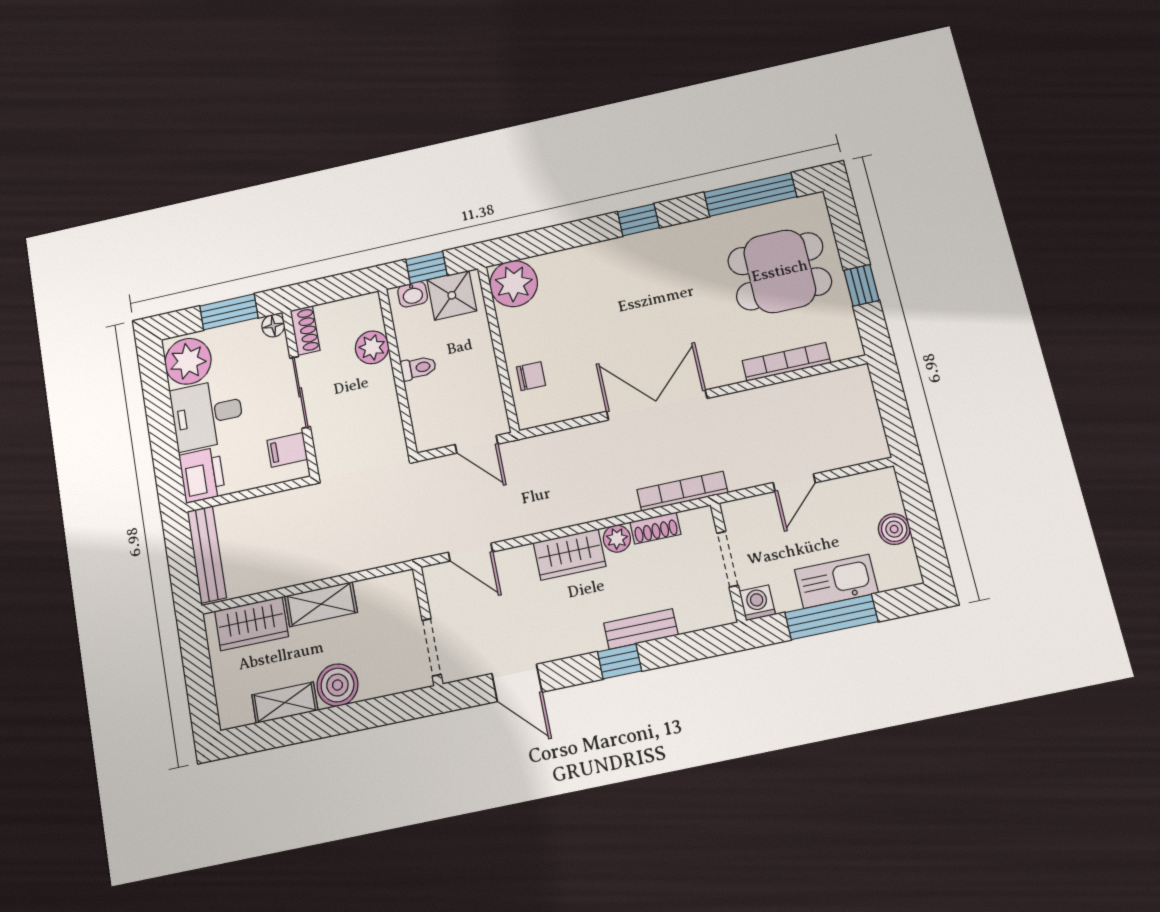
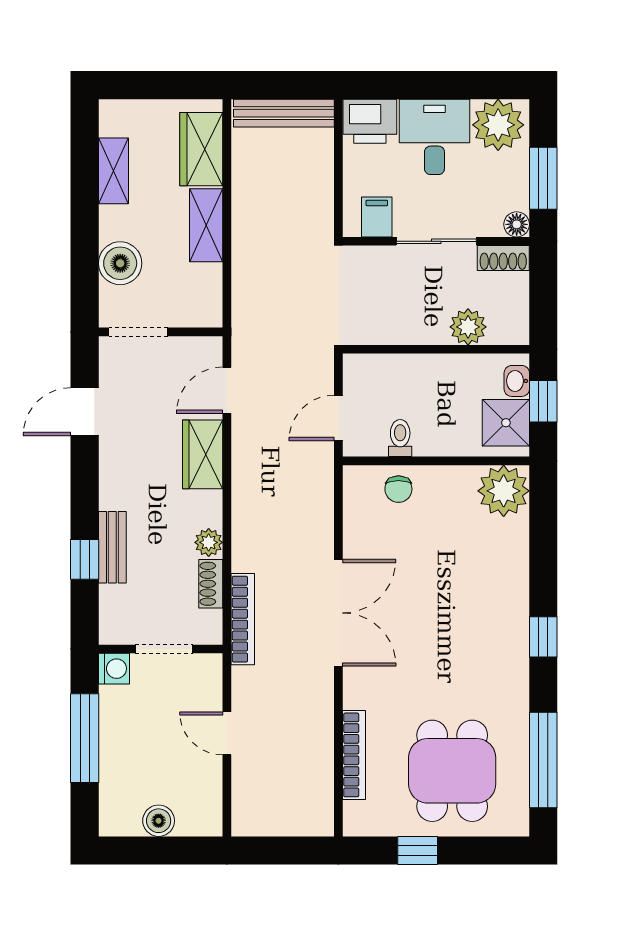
toilet: (418, 368) -> (400, 438), moved, turned 180
wardrobe: (570, 555) -> (203, 454), moved
kitchen sink: (836, 581) -> (119, 751), removed
window: (620, 661) -> (85, 559), moved
boiler: (337, 685) -> (120, 263), moved

